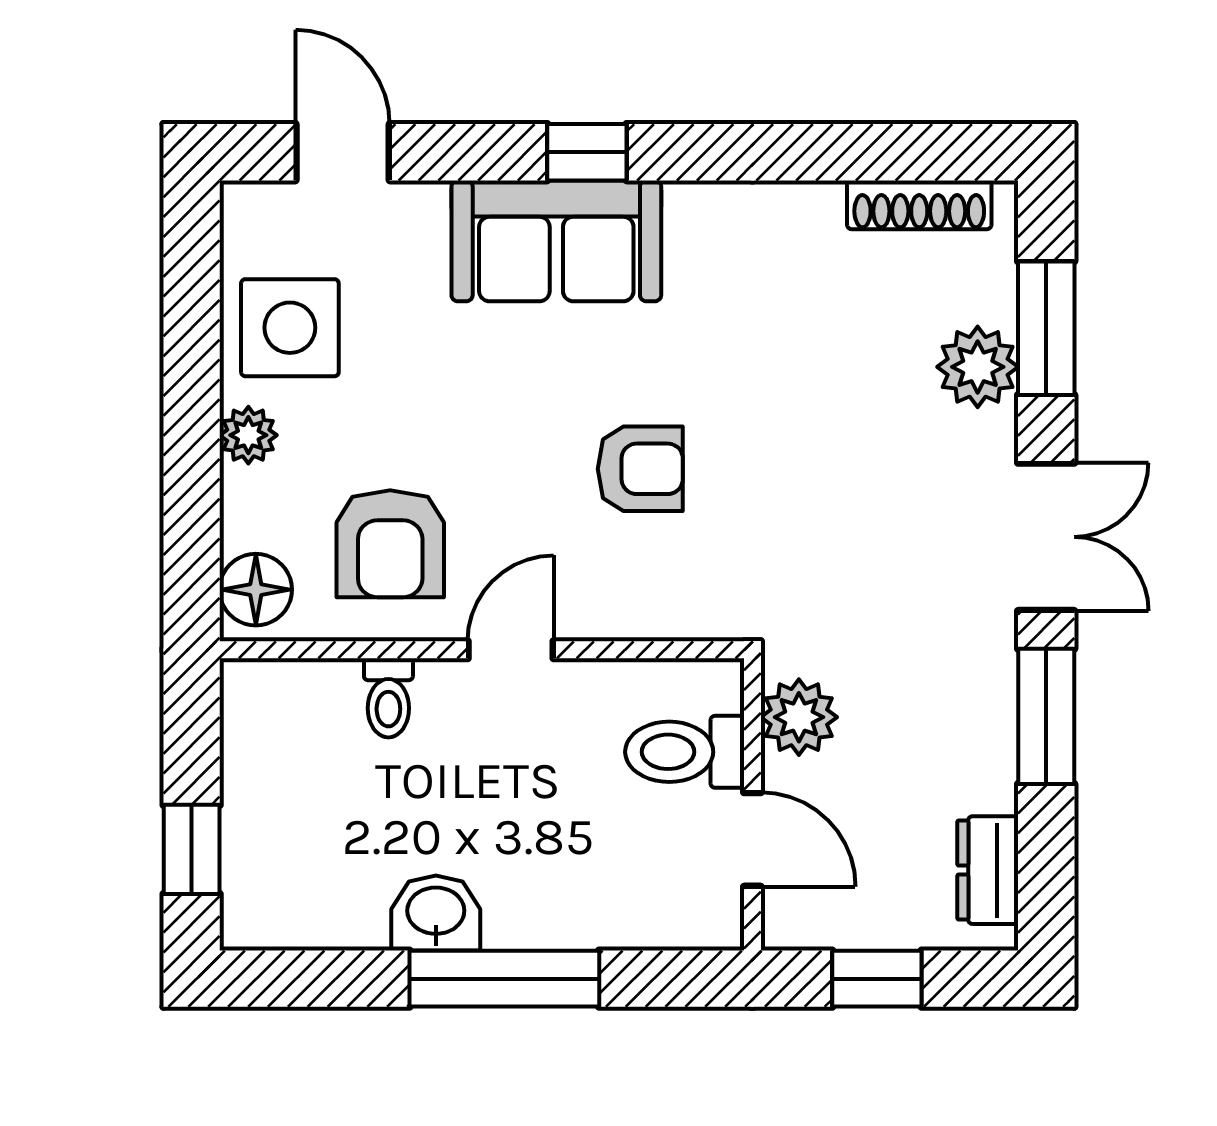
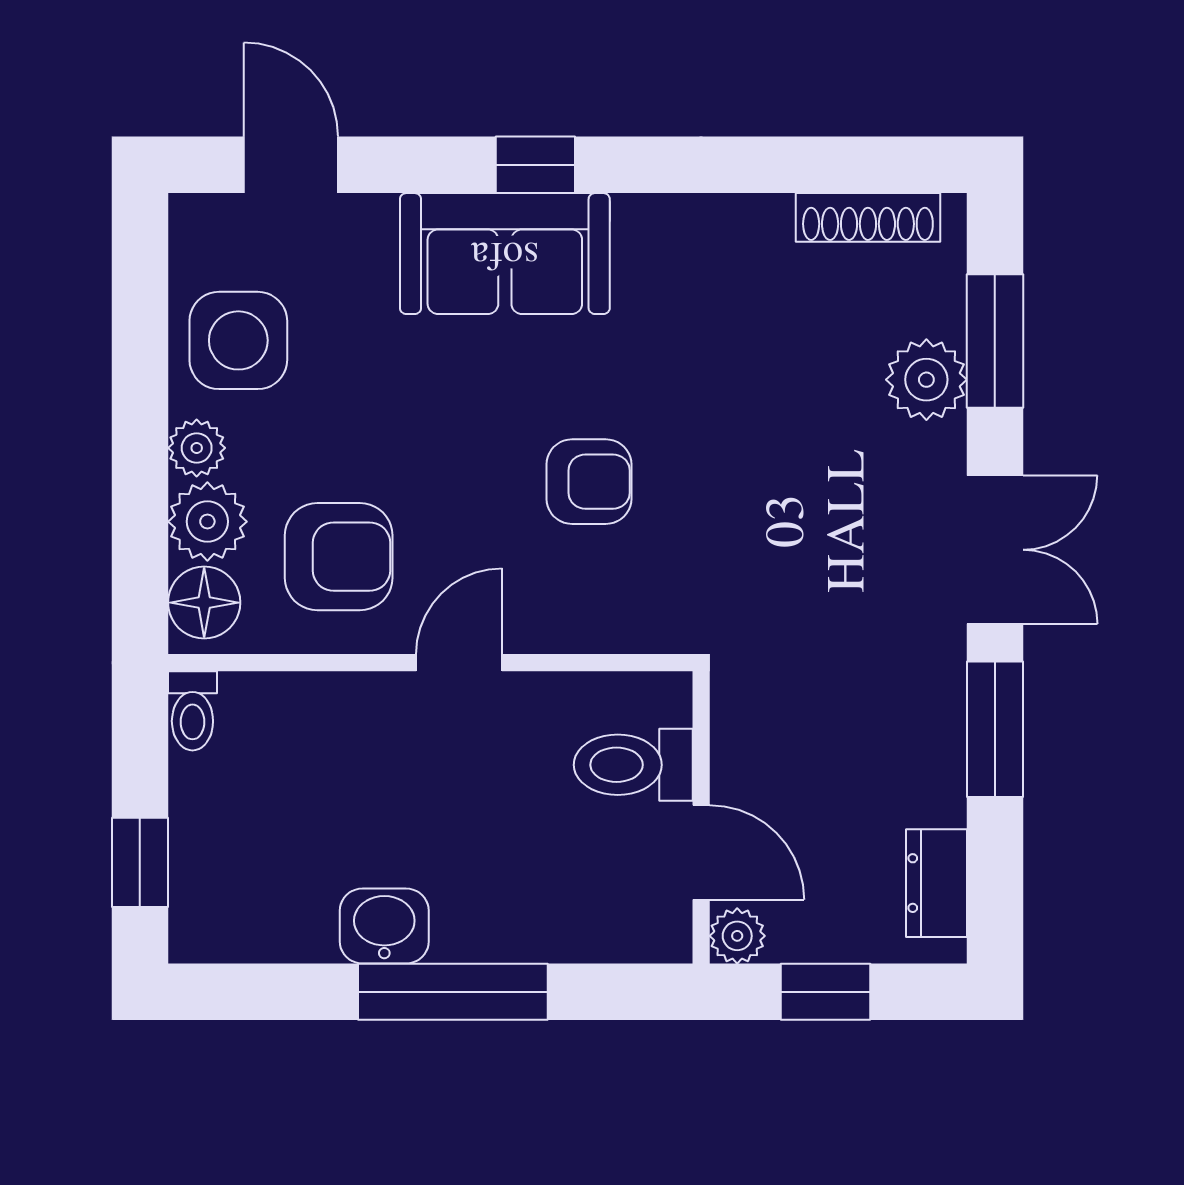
plant: (259, 509) -> (207, 522), added
armchair: (390, 544) -> (339, 557), turned -90
toilet: (388, 698) -> (192, 711), moved
plant: (799, 717) -> (737, 936), moved, width x0.73, depth x0.73

